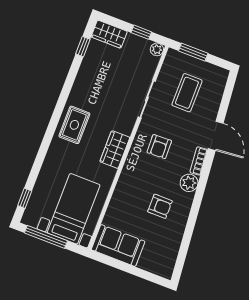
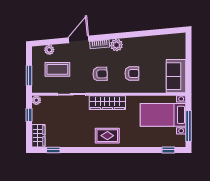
plant: (217, 92) -> (49, 50), added
wardrobe: (115, 150) -> (107, 103), width x1.50
armchair: (160, 206) -> (132, 73), moved, turned 90

